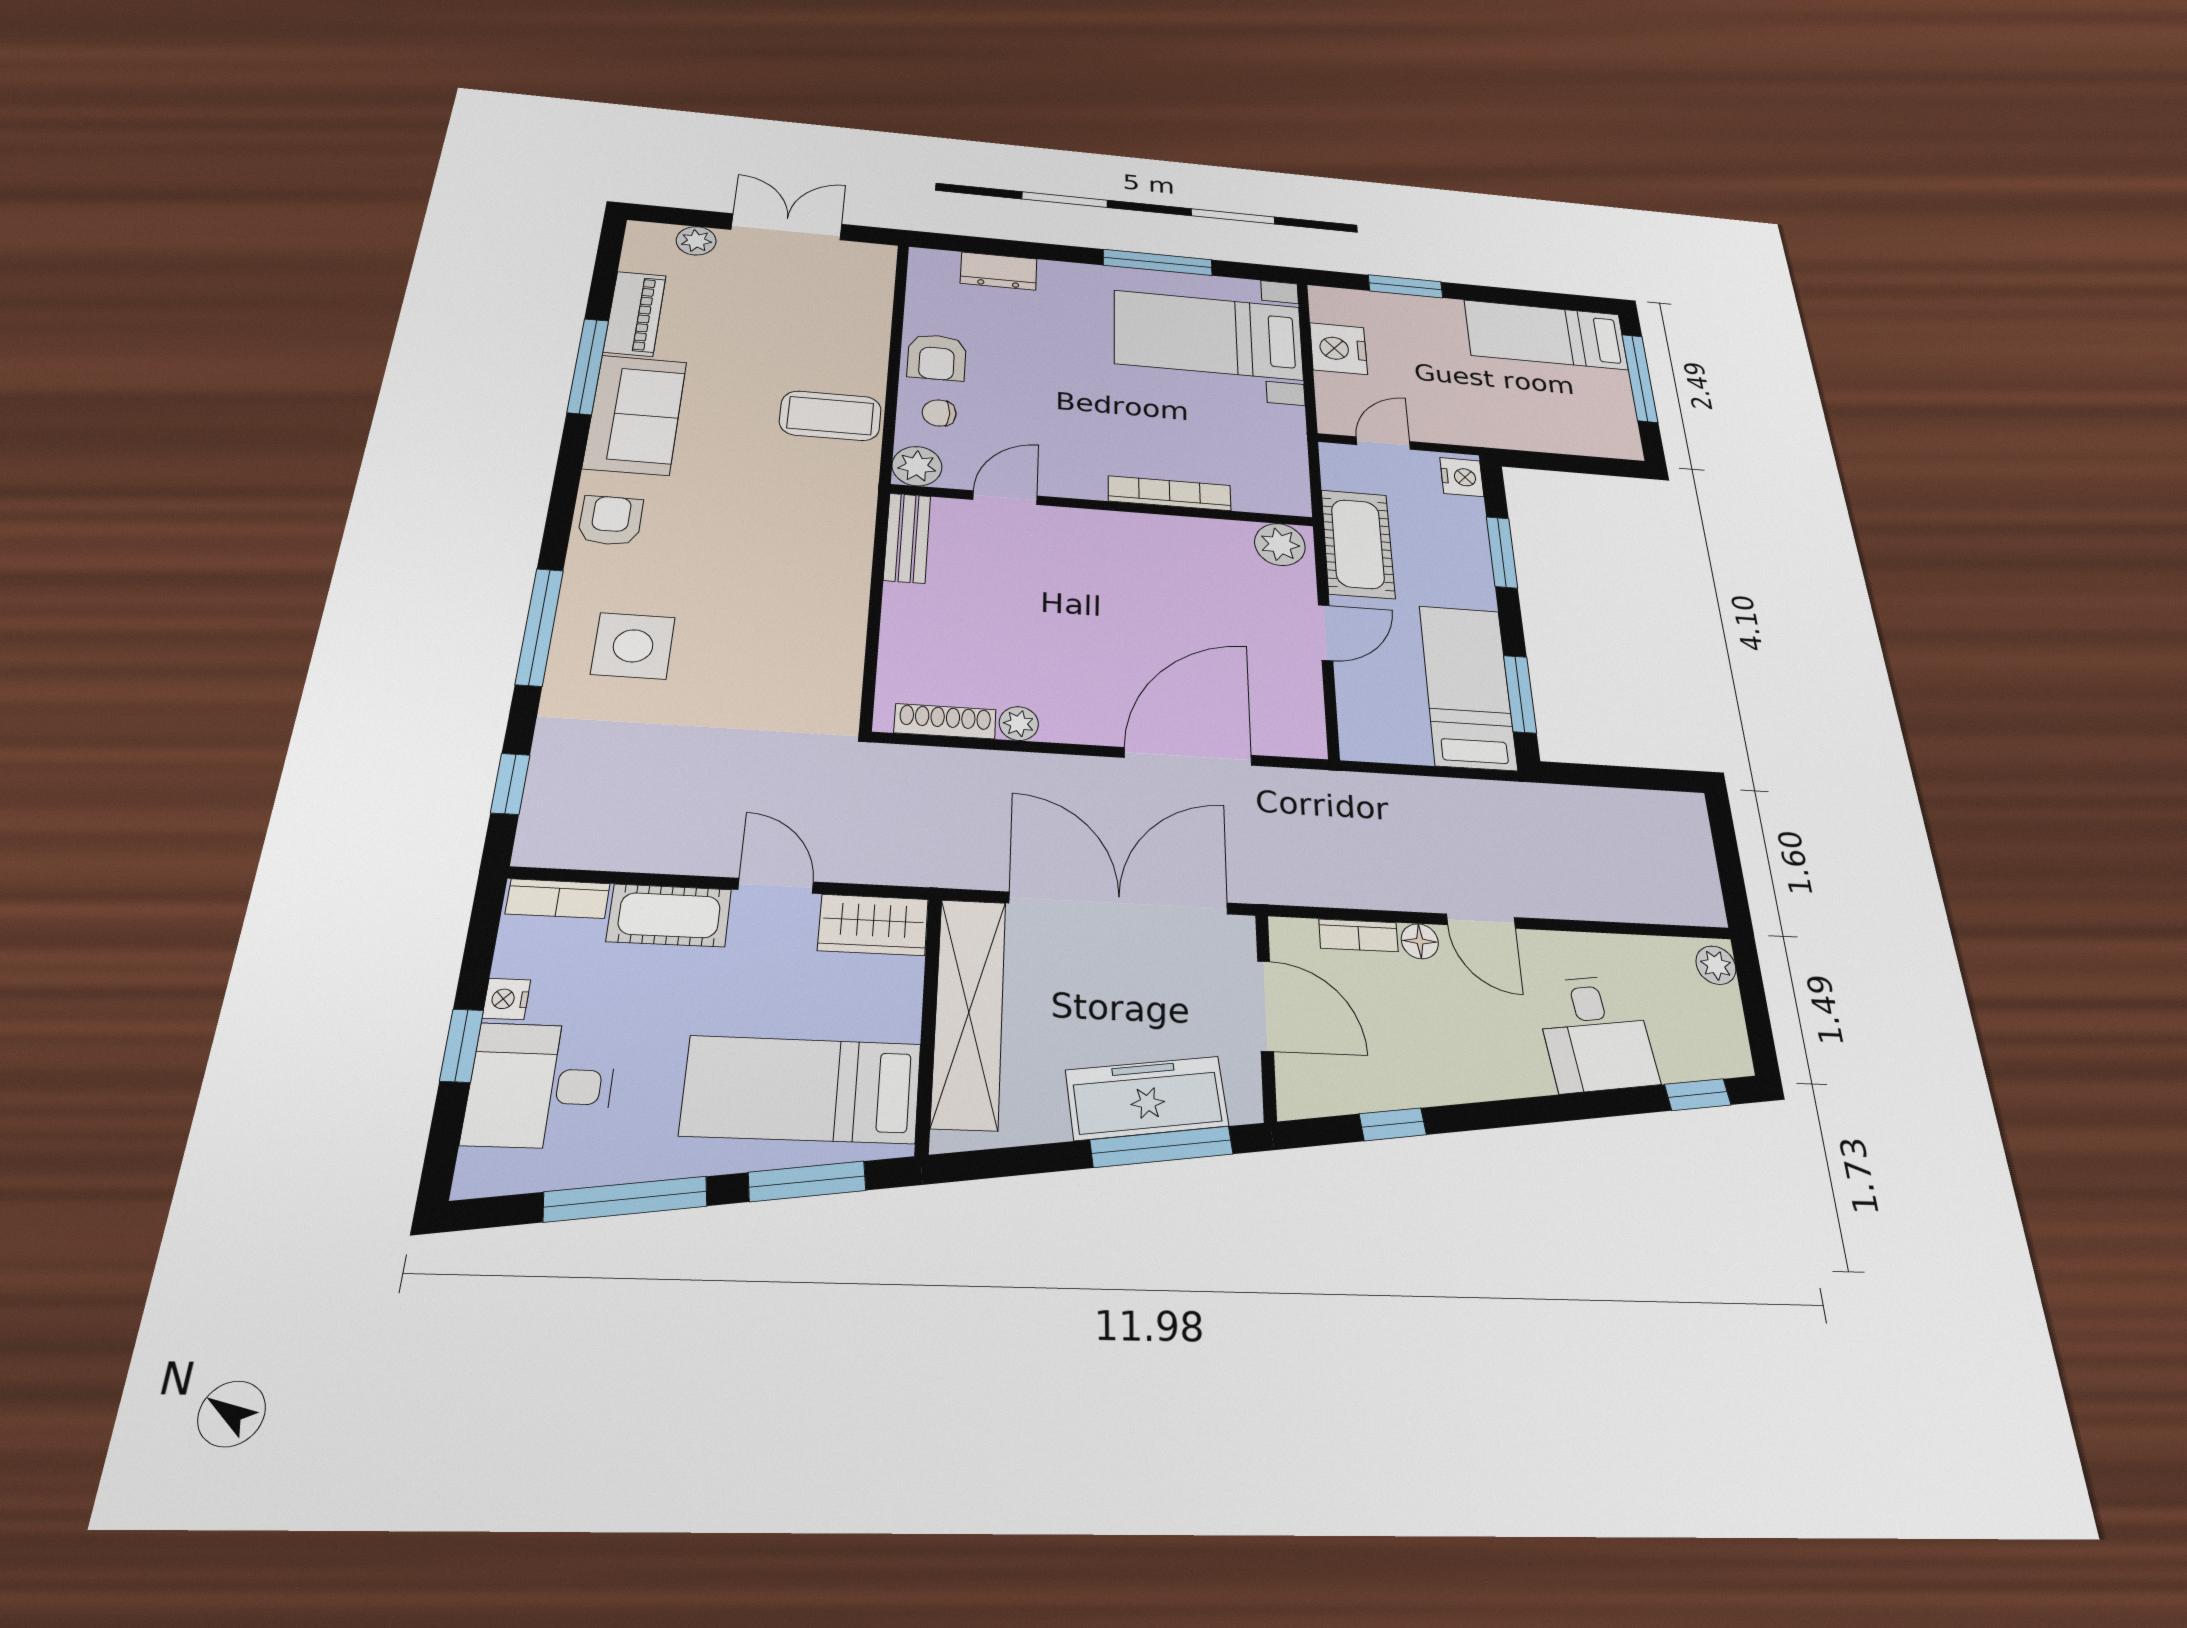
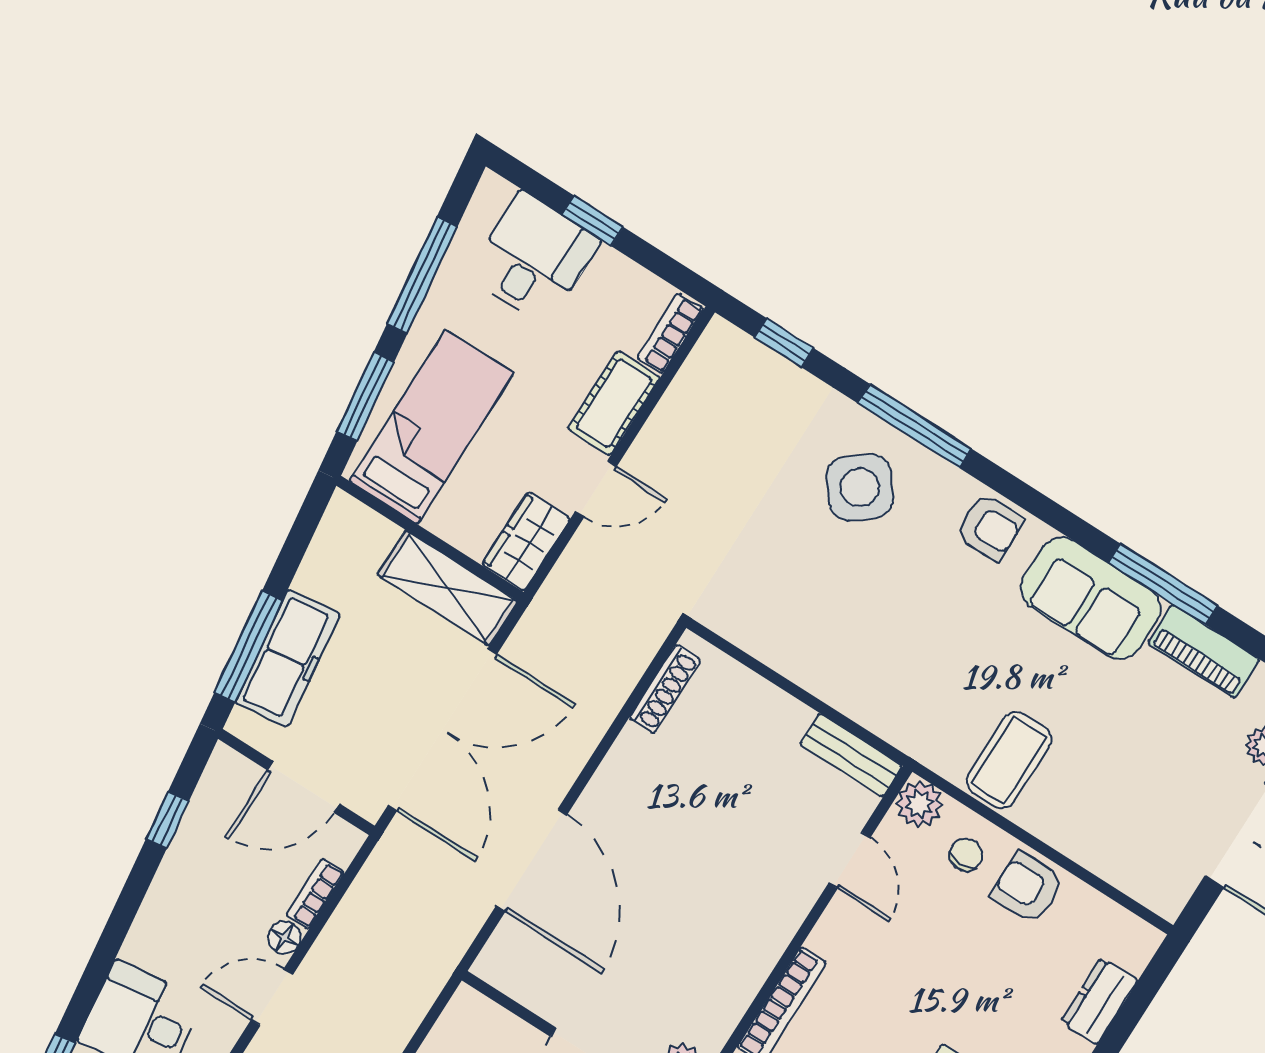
side table: (633, 646) -> (860, 487), turned -38
plant: (1019, 723) -> (632, 745), removed
nightstand: (506, 999) -> (611, 265), removed
shelving: (969, 1012) -> (448, 588), width x0.68

